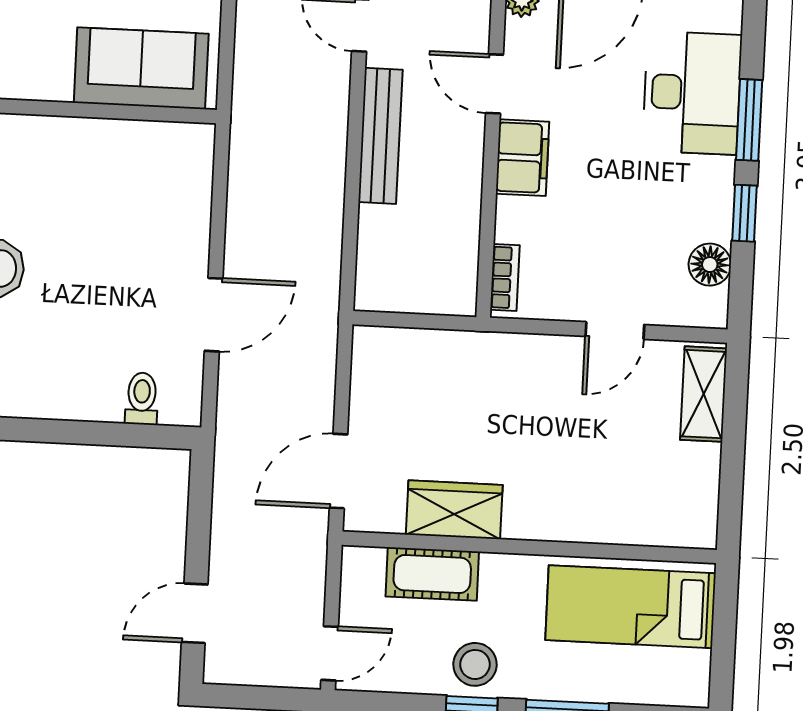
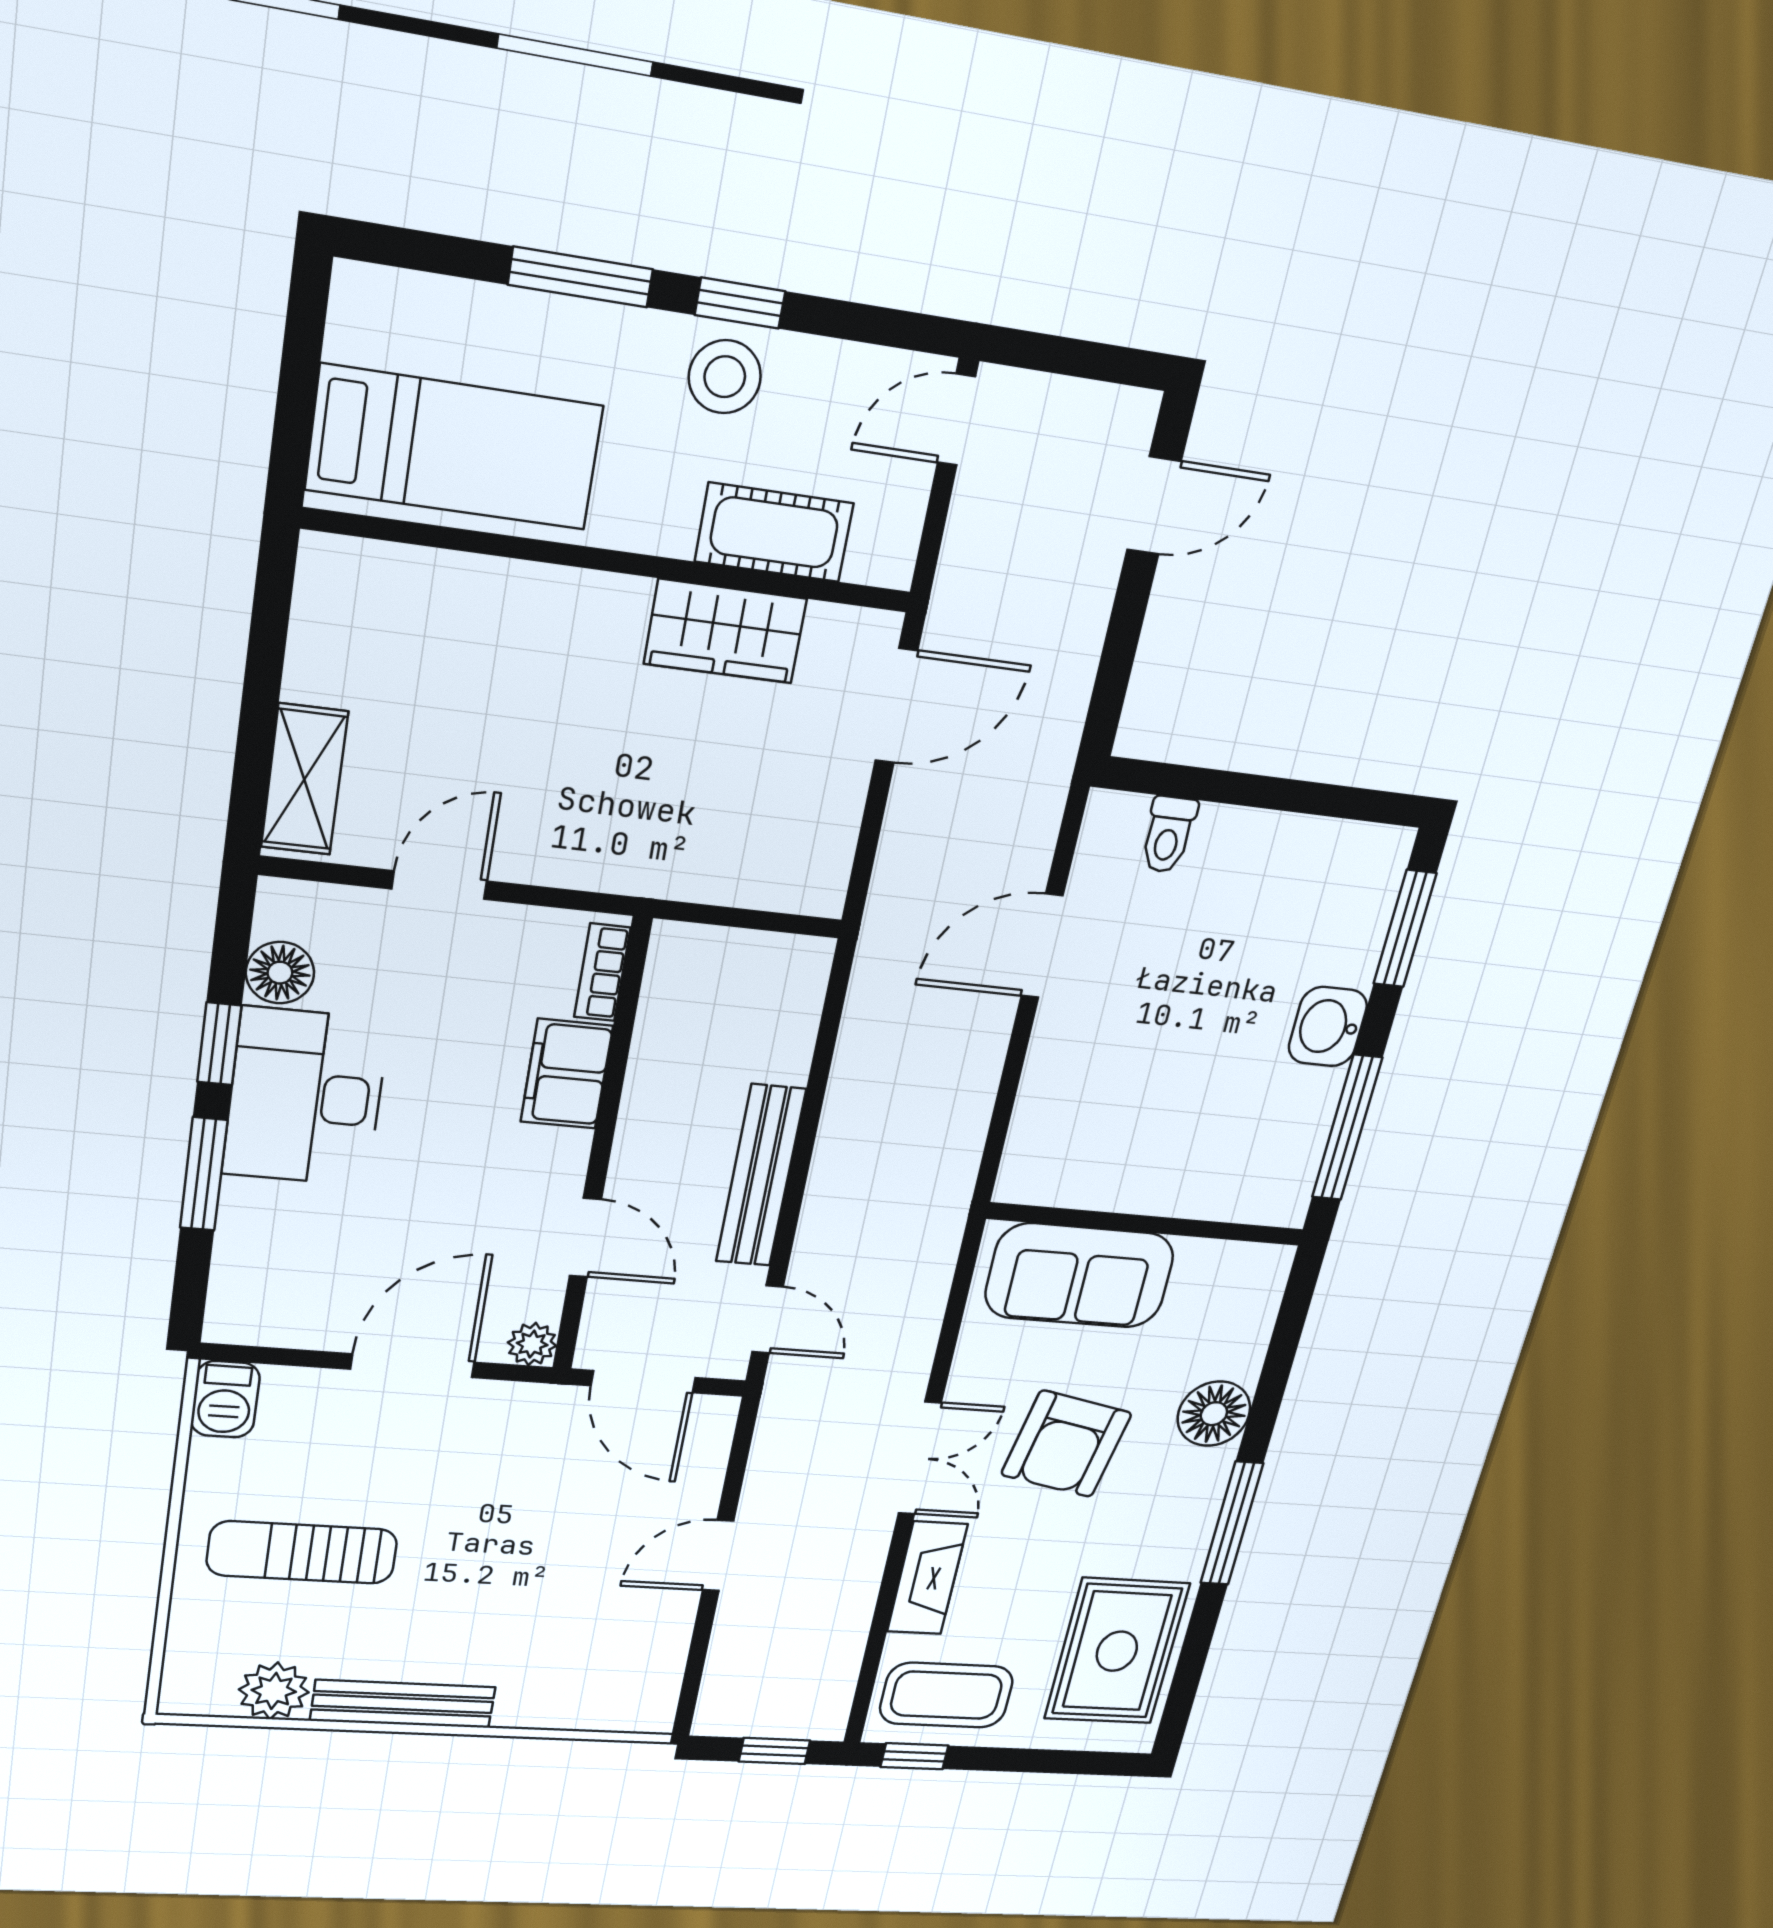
desk: (692, 93) -> (305, 1097), moved
filing cabinet: (522, 158) -> (567, 1074), moved

